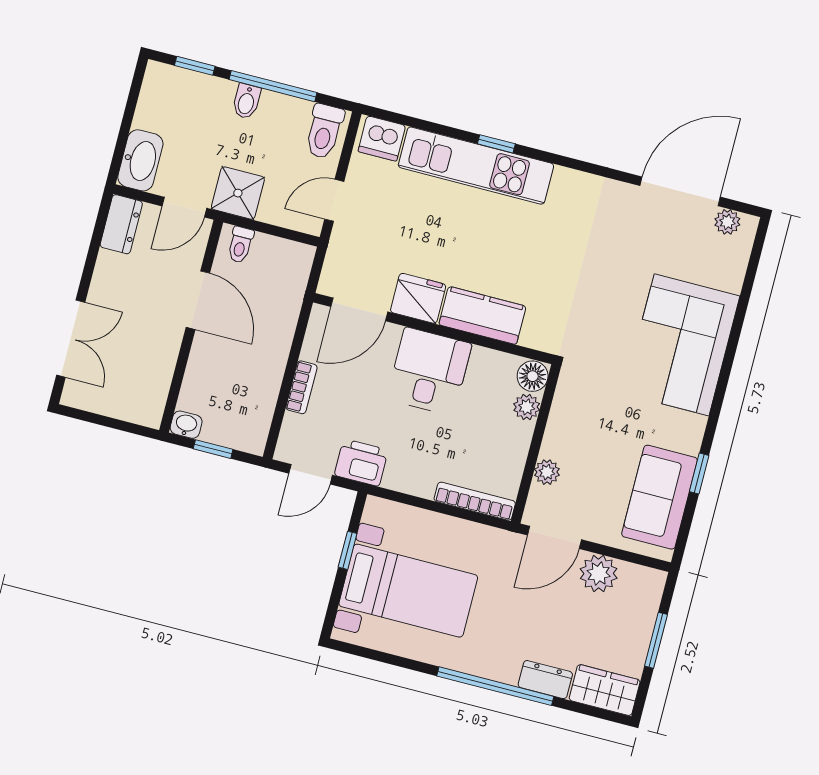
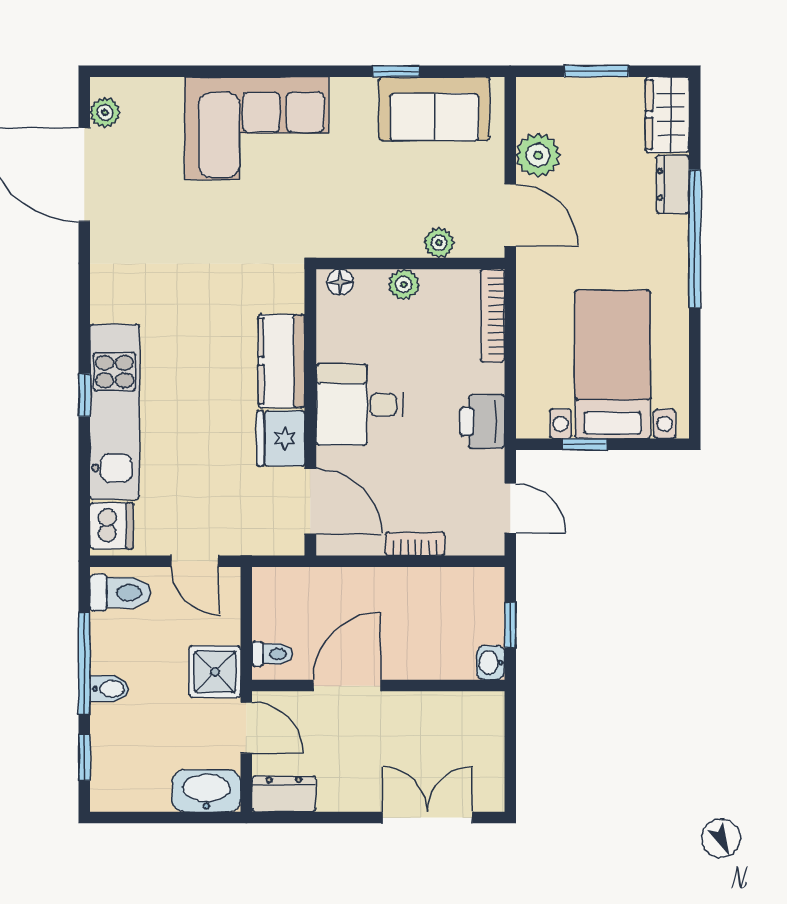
floor lamp: (533, 376) -> (340, 282), width x0.73, depth x0.73
plant: (527, 407) -> (404, 285), moved
printer: (361, 463) -> (482, 422), moved

